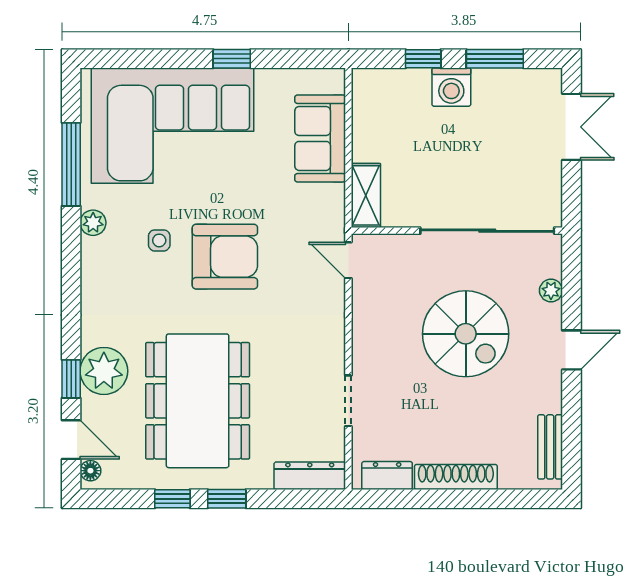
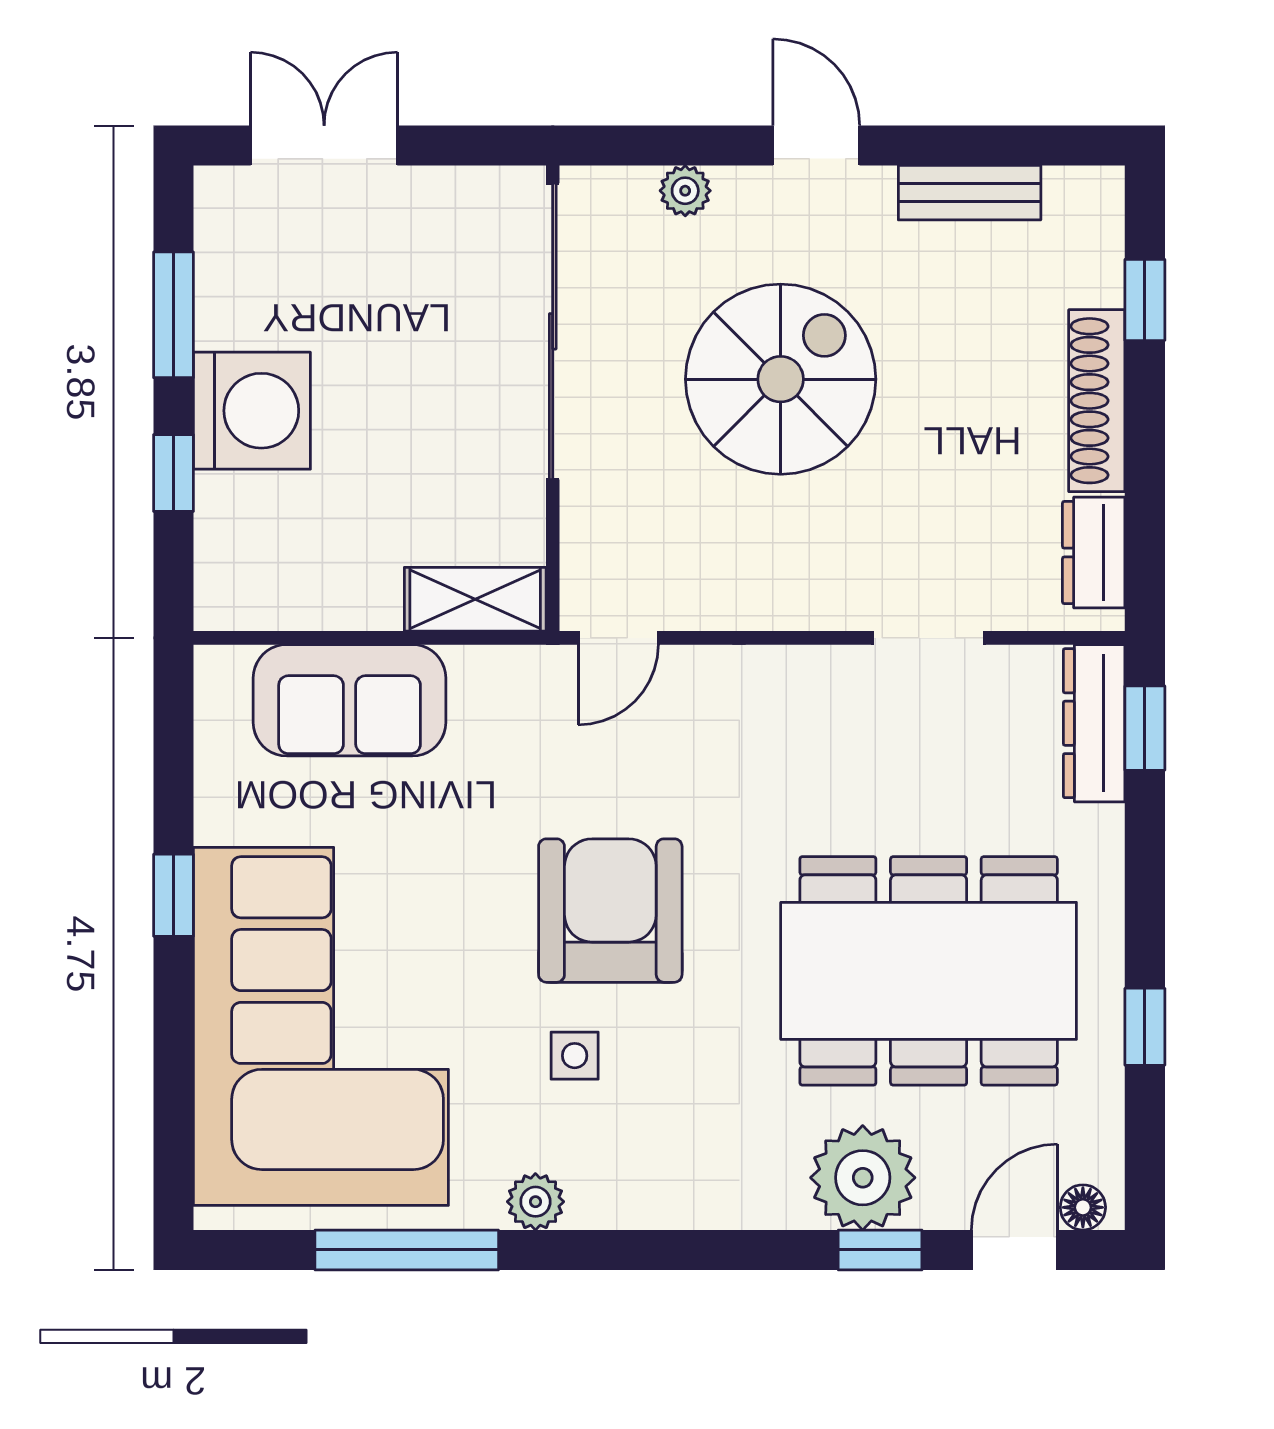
washing machine: (451, 87) -> (252, 411), width x1.37, depth x1.37
bench: (550, 447) -> (970, 193), moved
window: (227, 499) -> (1145, 728), moved
window: (502, 499) -> (1145, 300), added

